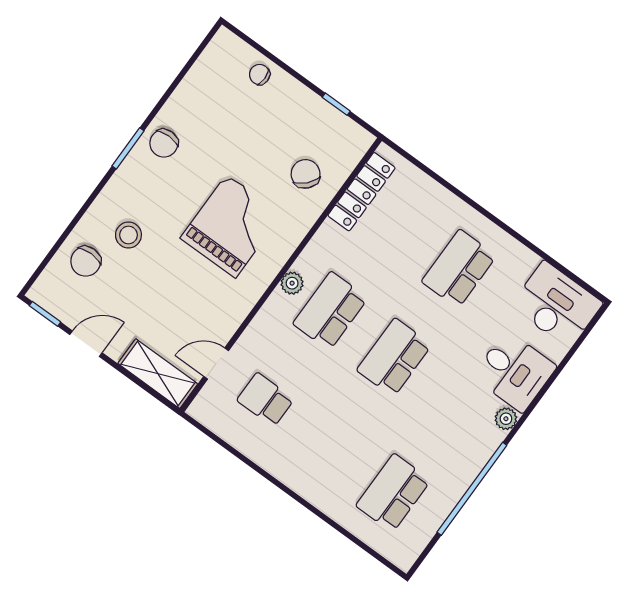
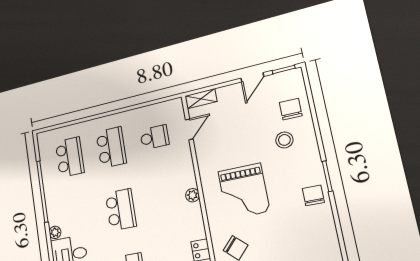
school desk: (330, 311) -> (111, 147), moved
shelving: (158, 374) -> (201, 99), width x0.67, depth x0.75

